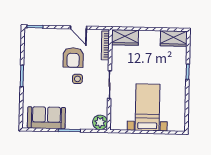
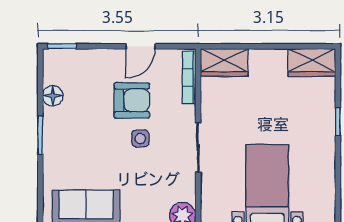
door: (79, 28) -> (140, 46), hinge flipped
floor lamp: (29, 54) -> (53, 96), added
armchair: (73, 58) -> (132, 100), turned -90

